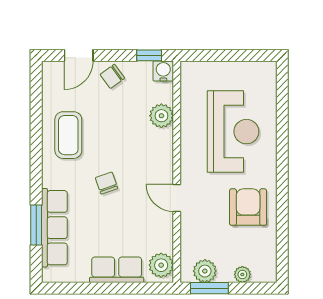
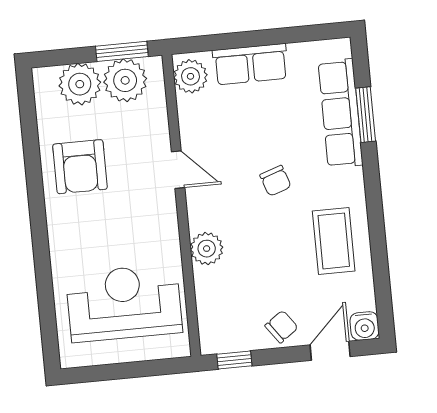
water cooler: (163, 71) -> (364, 326), moved
plant: (161, 116) -> (207, 249), moved
reception desk: (233, 132) -> (124, 303), moved, turned 90
plant: (205, 271) -> (125, 80), width x1.36, depth x1.36
plant: (242, 274) -> (80, 84), width x1.88, depth x1.88

